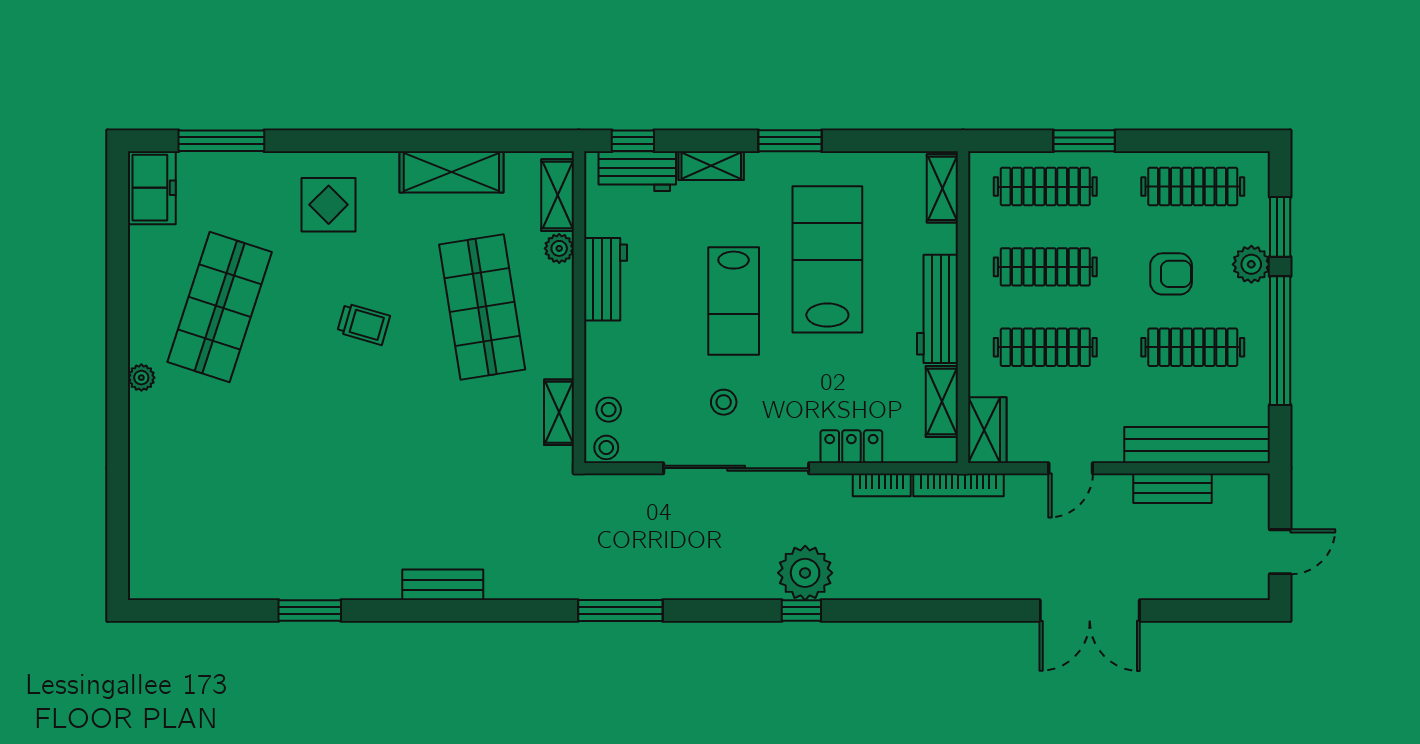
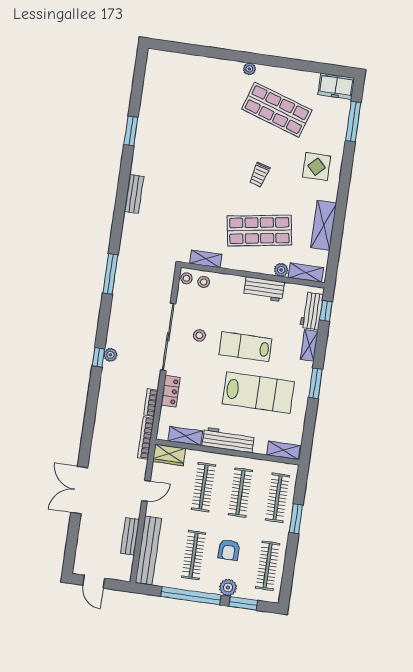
door: (1071, 468) -> (146, 491), swing flipped
plant: (805, 573) -> (110, 355), width x0.53, depth x0.53

